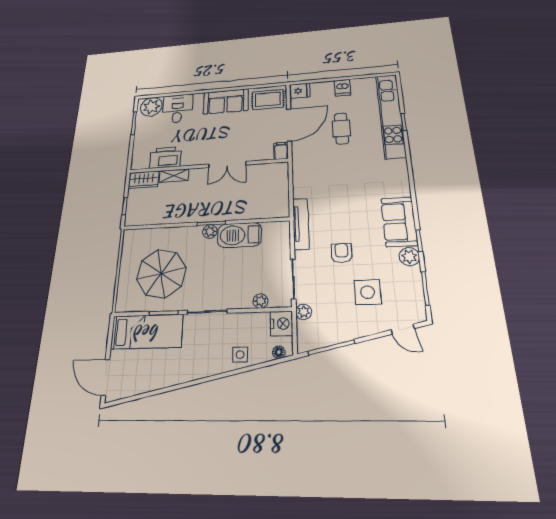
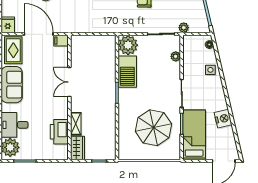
double door: (227, 165) -> (69, 82), swing flipped
tv unit: (301, 224) -> (121, 28), removed
plant: (210, 232) -> (128, 45), moved, width x1.87, depth x1.87
nightstand: (281, 324) -> (223, 119), moved, turned 77

